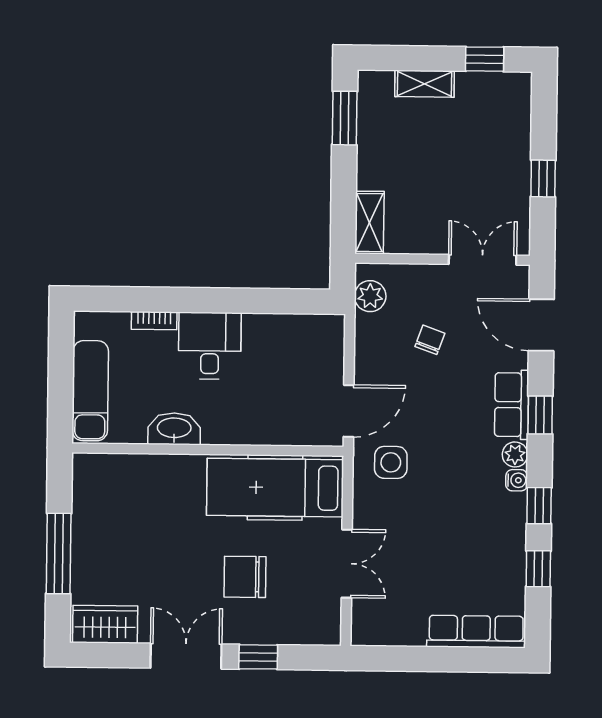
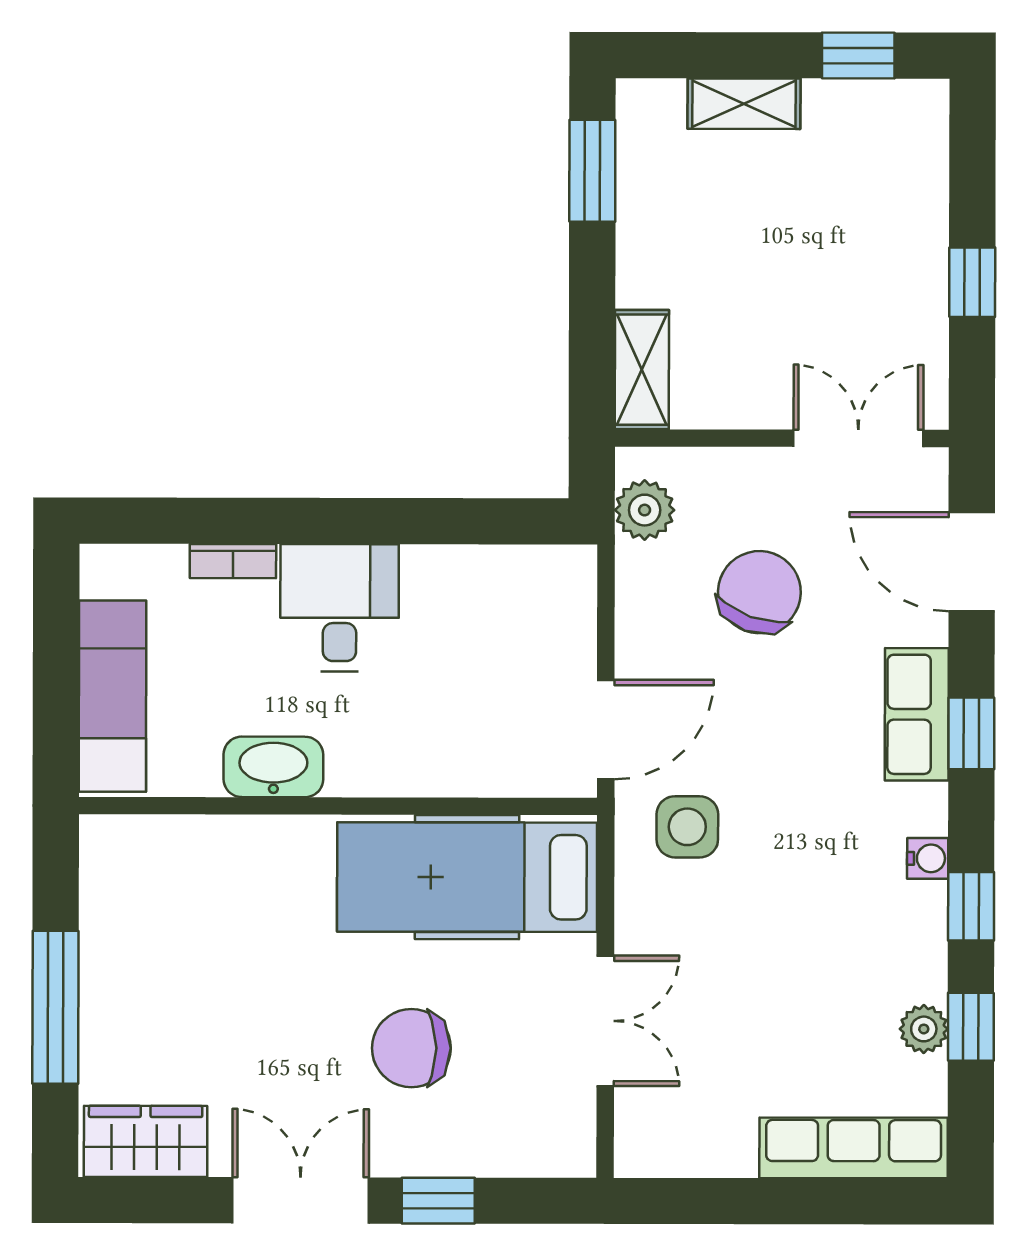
chair: (430, 340) -> (759, 592), width x1.87, depth x1.87
plant: (515, 454) -> (924, 1029), moved

